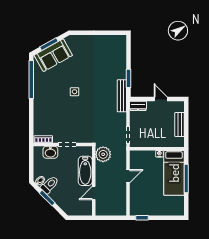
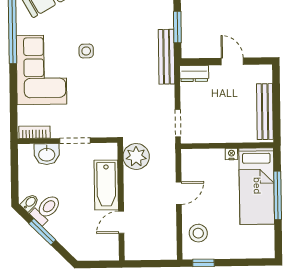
corner sofa: (48, 103) -> (41, 70), added
bench: (180, 125) -> (265, 112), width x1.36
stool: (139, 200) -> (198, 233), added

